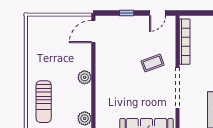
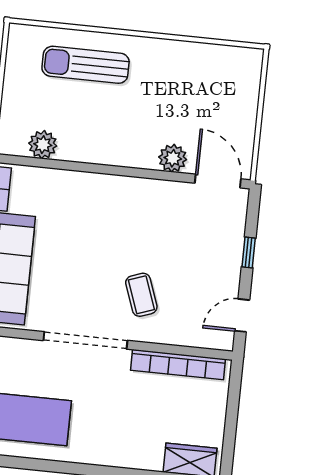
door: (158, 13) -> (242, 315), hinge flipped
plant: (85, 77) -> (173, 158), moved

